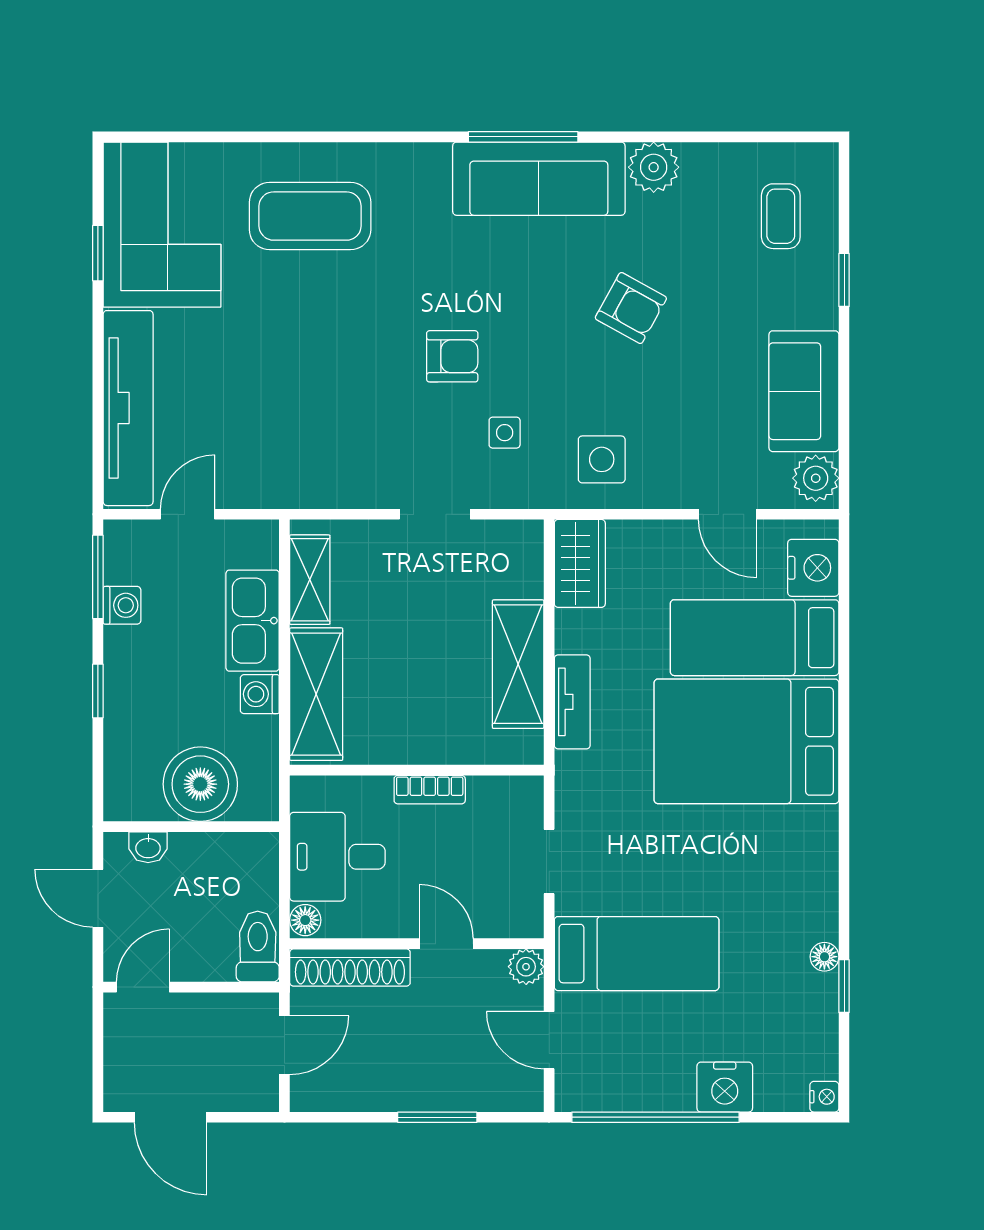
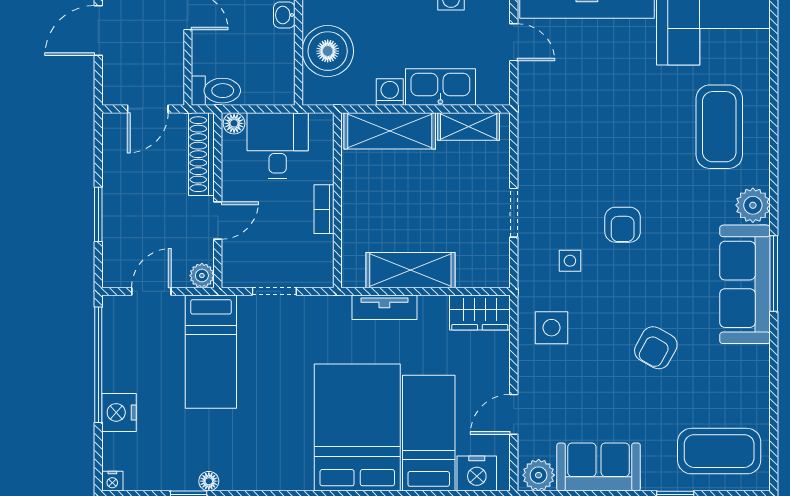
plant: (654, 167) -> (753, 205), moved
coffee table: (781, 216) -> (719, 451), width x1.86, depth x1.72
door: (284, 1045) -> (148, 109), hinge flipped

